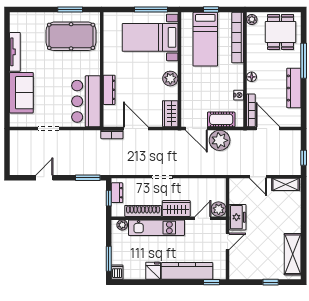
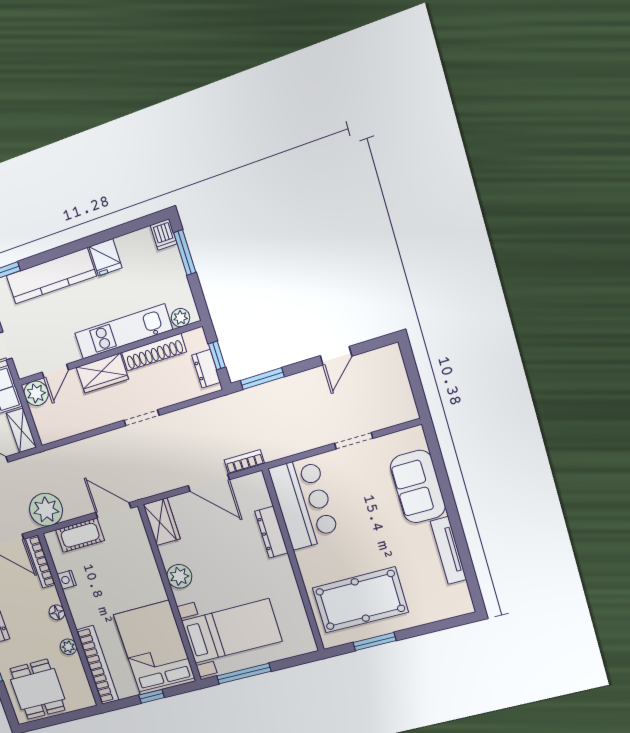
plant: (252, 19) -> (68, 647), moved
bed: (205, 39) -> (155, 648), width x1.50
plant: (220, 140) -> (46, 510), moved
shelving: (235, 191) -> (21, 430), added

